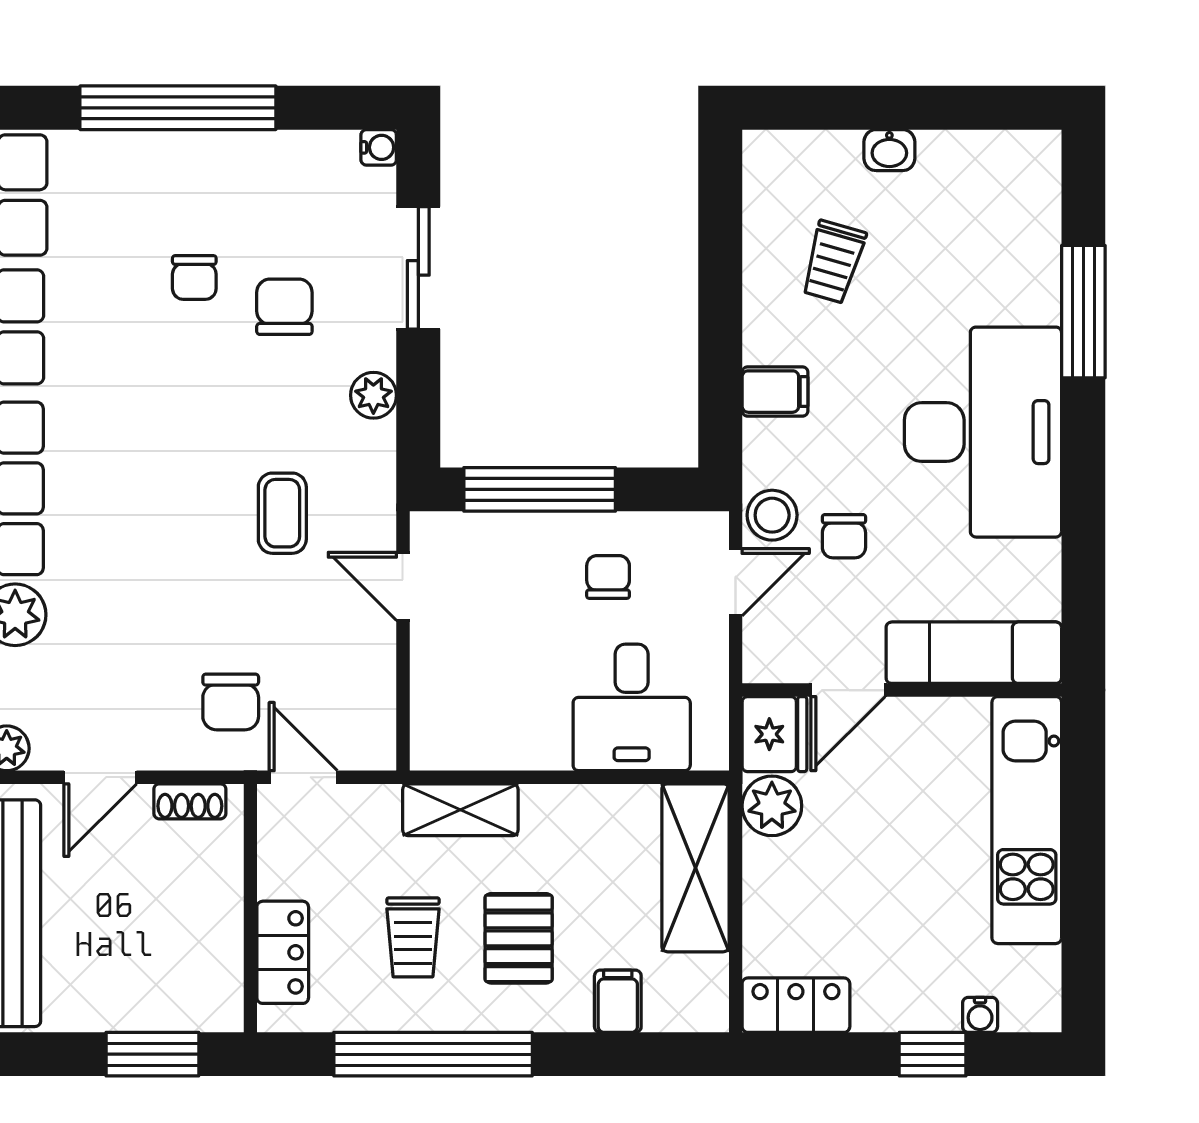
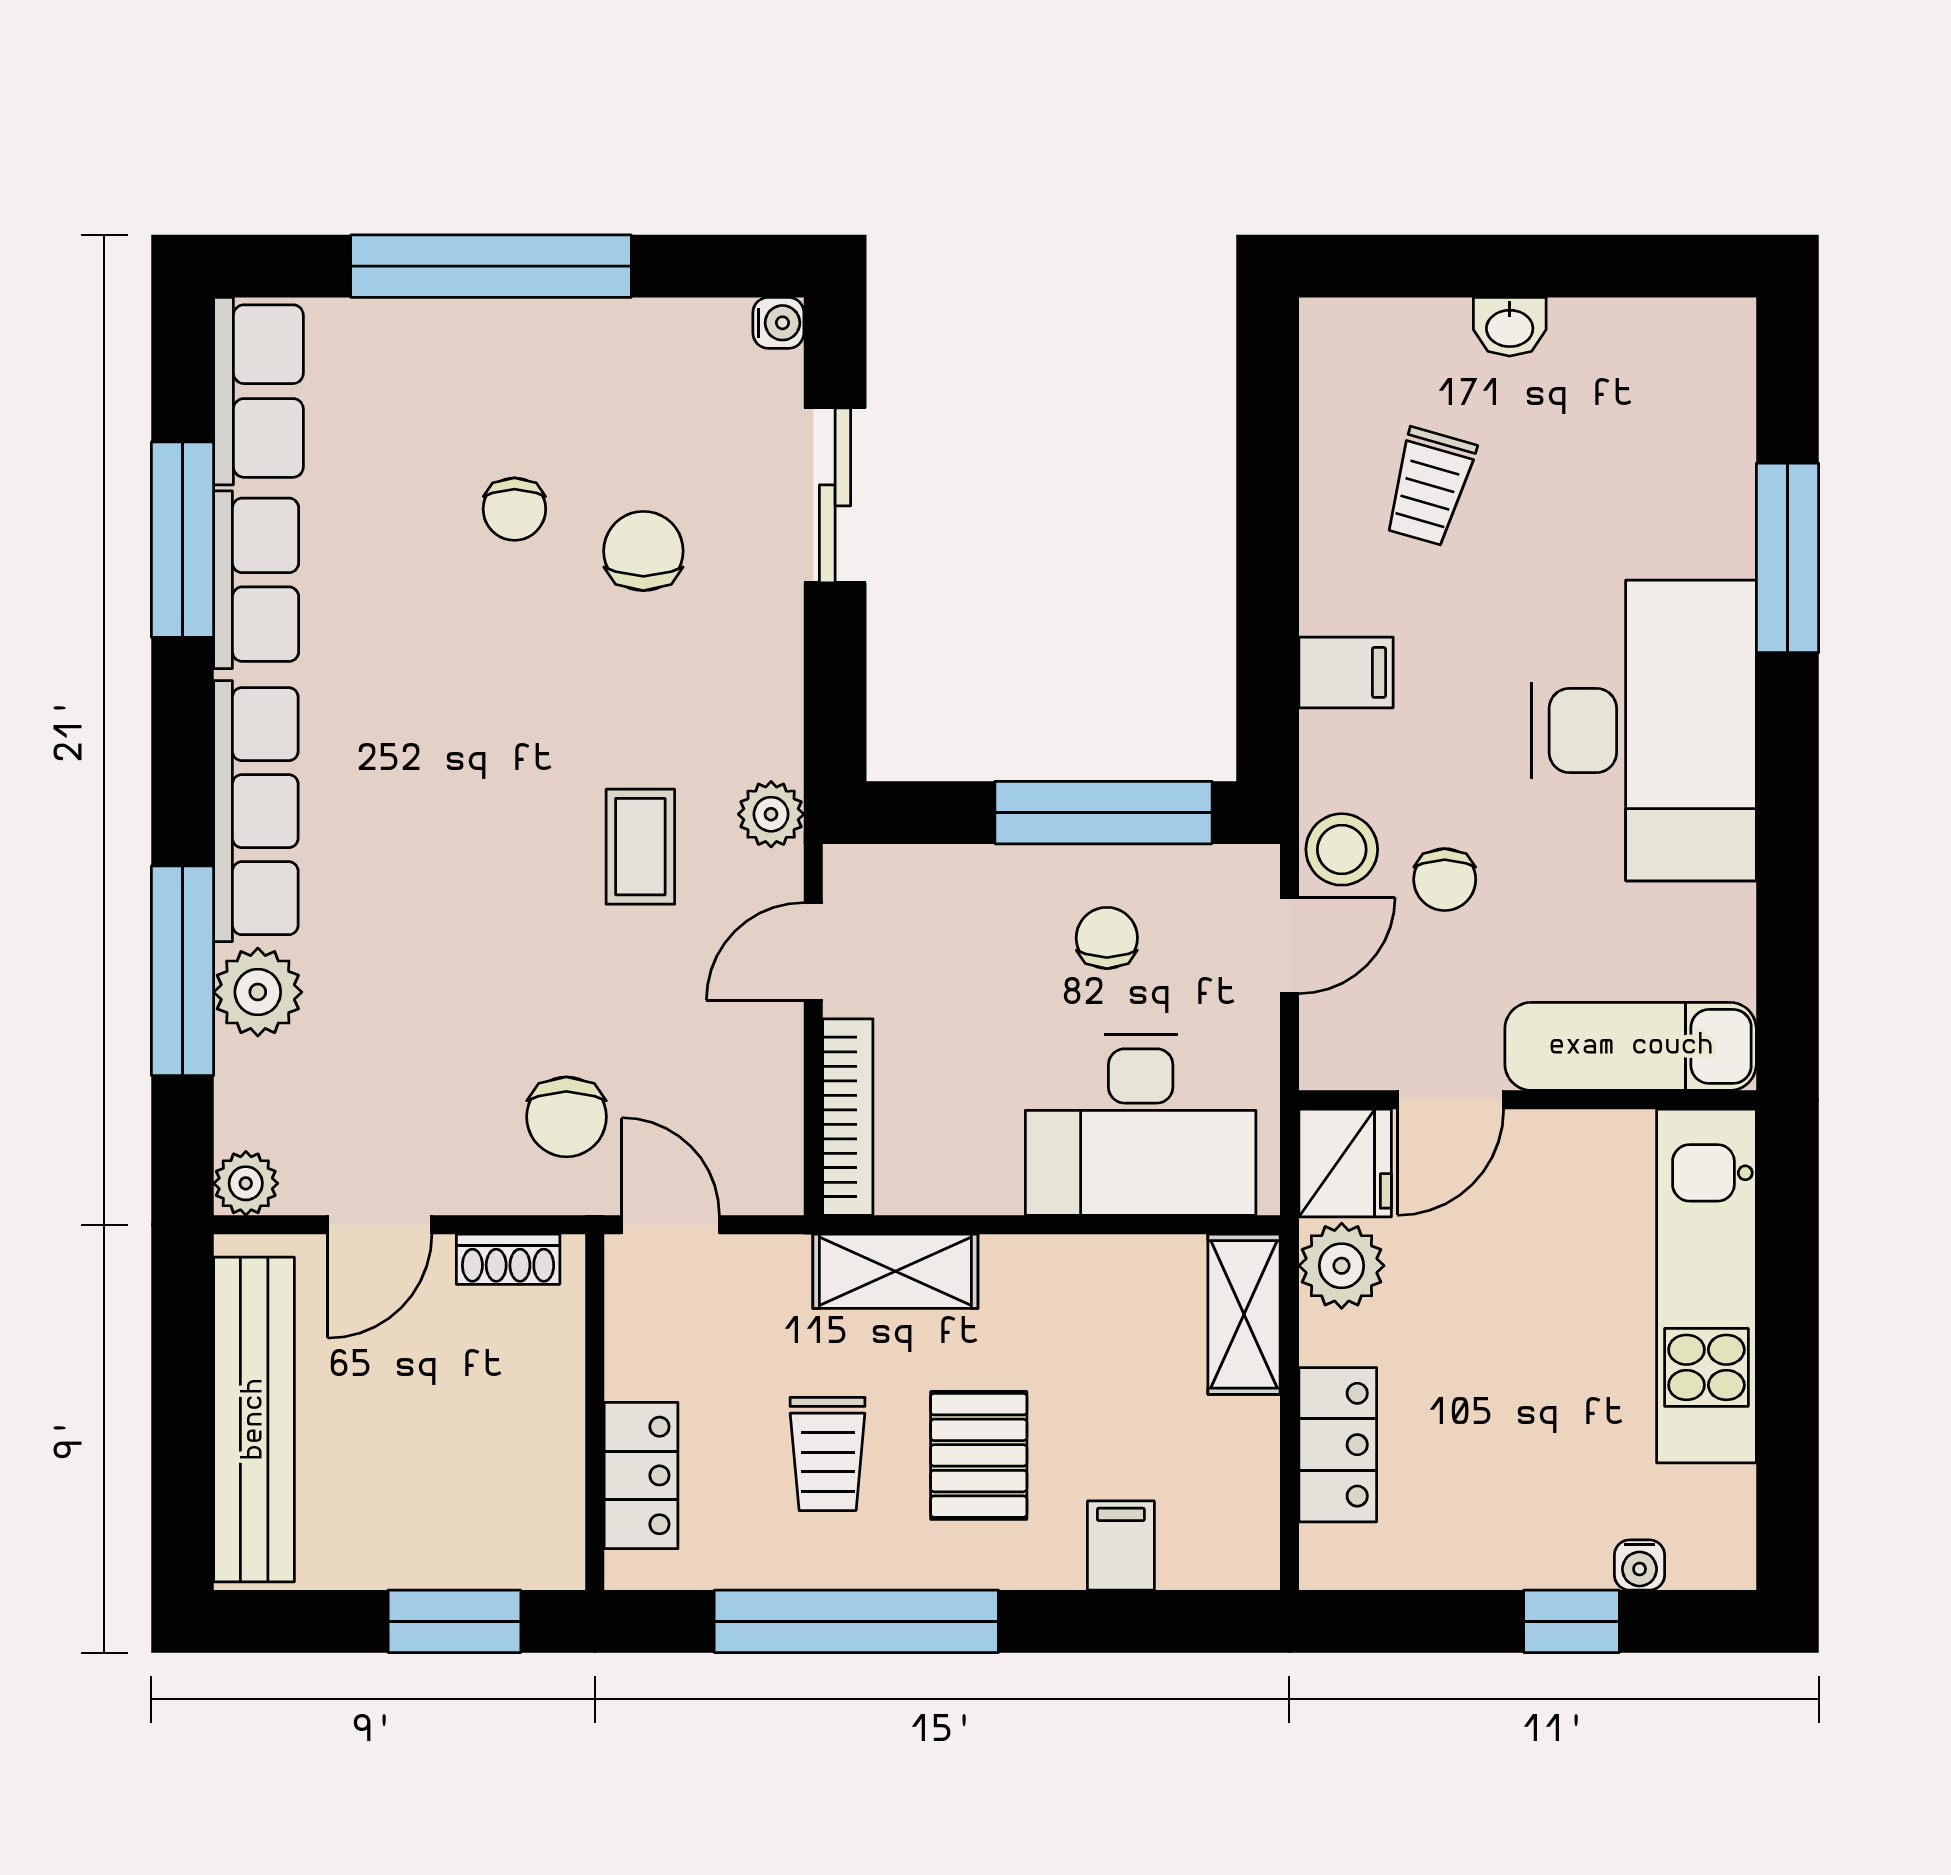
plant: (373, 395) -> (771, 814), moved
window: (540, 489) -> (1104, 813), moved
door: (403, 586) -> (813, 951), hinge flipped
bookcase: (427, 702) -> (848, 1117), added
desk: (632, 707) -> (1141, 1125), width x1.37
shelving: (695, 868) -> (1244, 1314), width x0.67, depth x0.75
locker: (796, 1005) -> (1338, 1445), moved, turned 90

